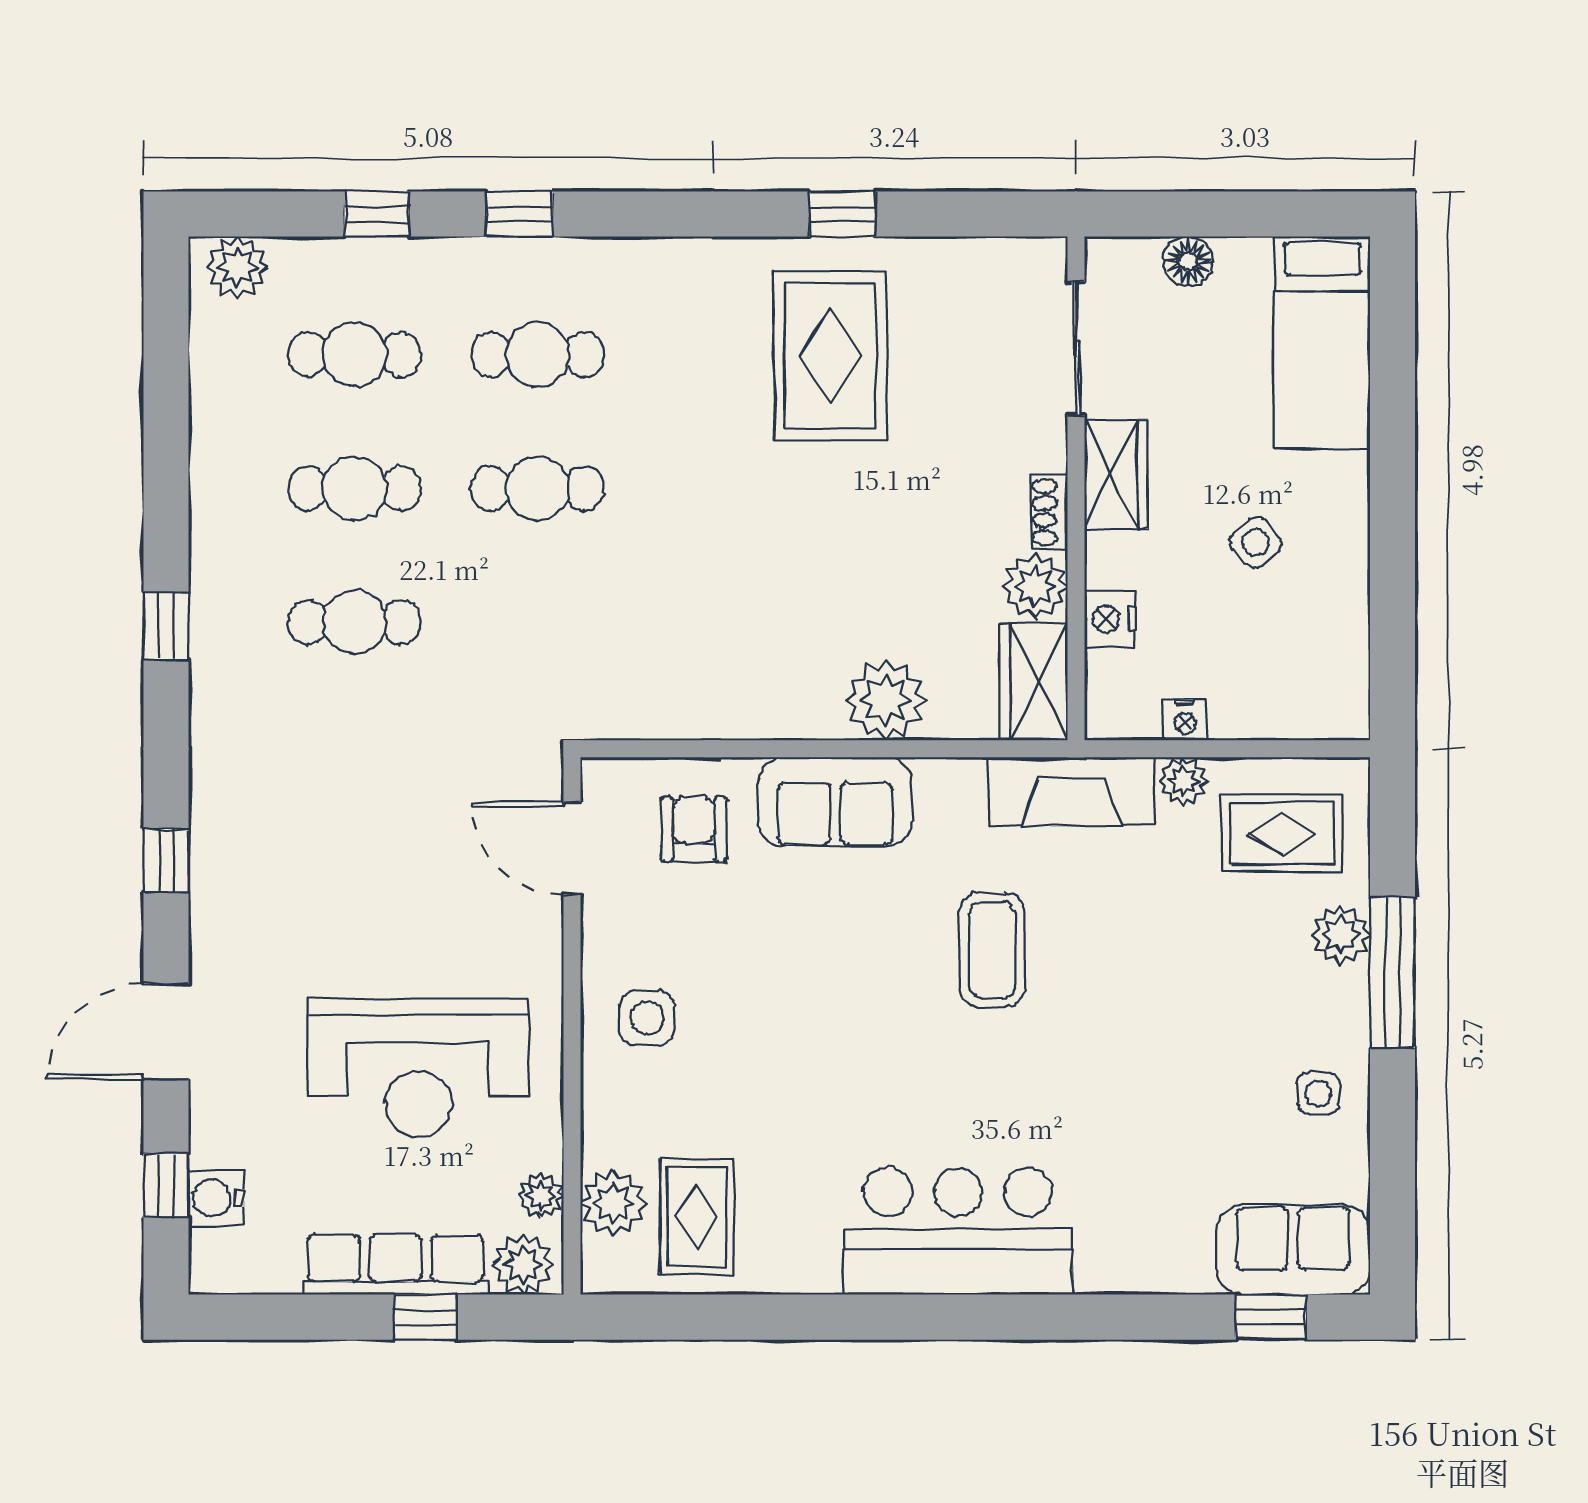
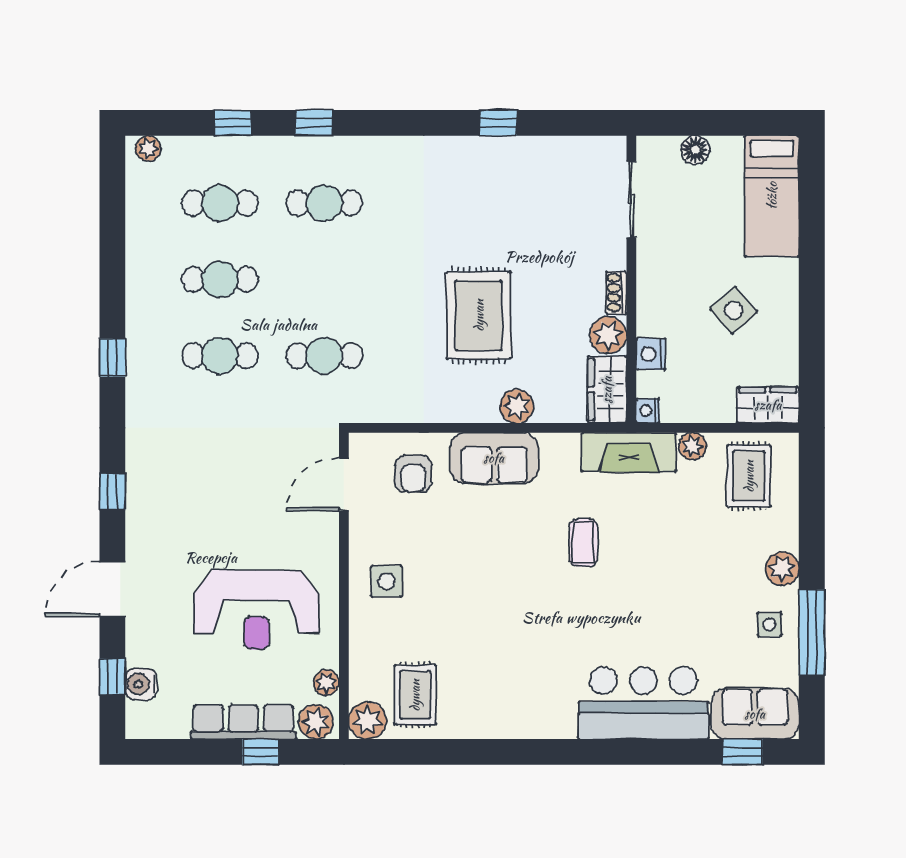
plant: (237, 267) -> (148, 148), width x0.73, depth x0.73
rug: (830, 356) -> (479, 315), moved
wardrobe: (1116, 474) -> (768, 405), moved, turned -90
cafe table: (538, 488) -> (324, 356), moved
side table: (1256, 542) -> (734, 310), width x1.37, depth x1.37
plant: (886, 700) -> (517, 406), width x0.73, depth x0.73
nightstand: (1185, 720) -> (648, 411), moved, turned 90
armchair: (694, 829) -> (413, 474), turned 180
rug: (1282, 833) -> (749, 476), turned 90
door: (572, 848) -> (344, 484), hinge flipped
plant: (1341, 935) -> (782, 569), moved
coffee table: (992, 950) -> (583, 543), width x0.73, depth x0.77
window: (1392, 972) -> (812, 632), moved
plant: (613, 1203) -> (367, 720), moved
bar counter: (958, 1231) -> (643, 703), moved

